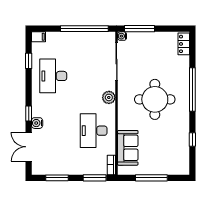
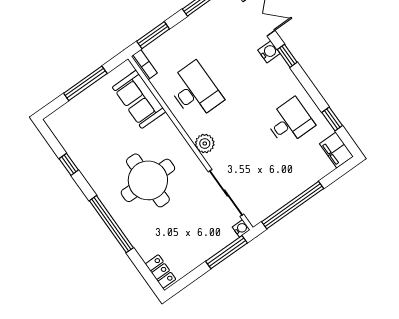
filing cabinet: (38, 37) -> (336, 150), width x2.00
desk: (53, 76) -> (290, 122), width x0.73

